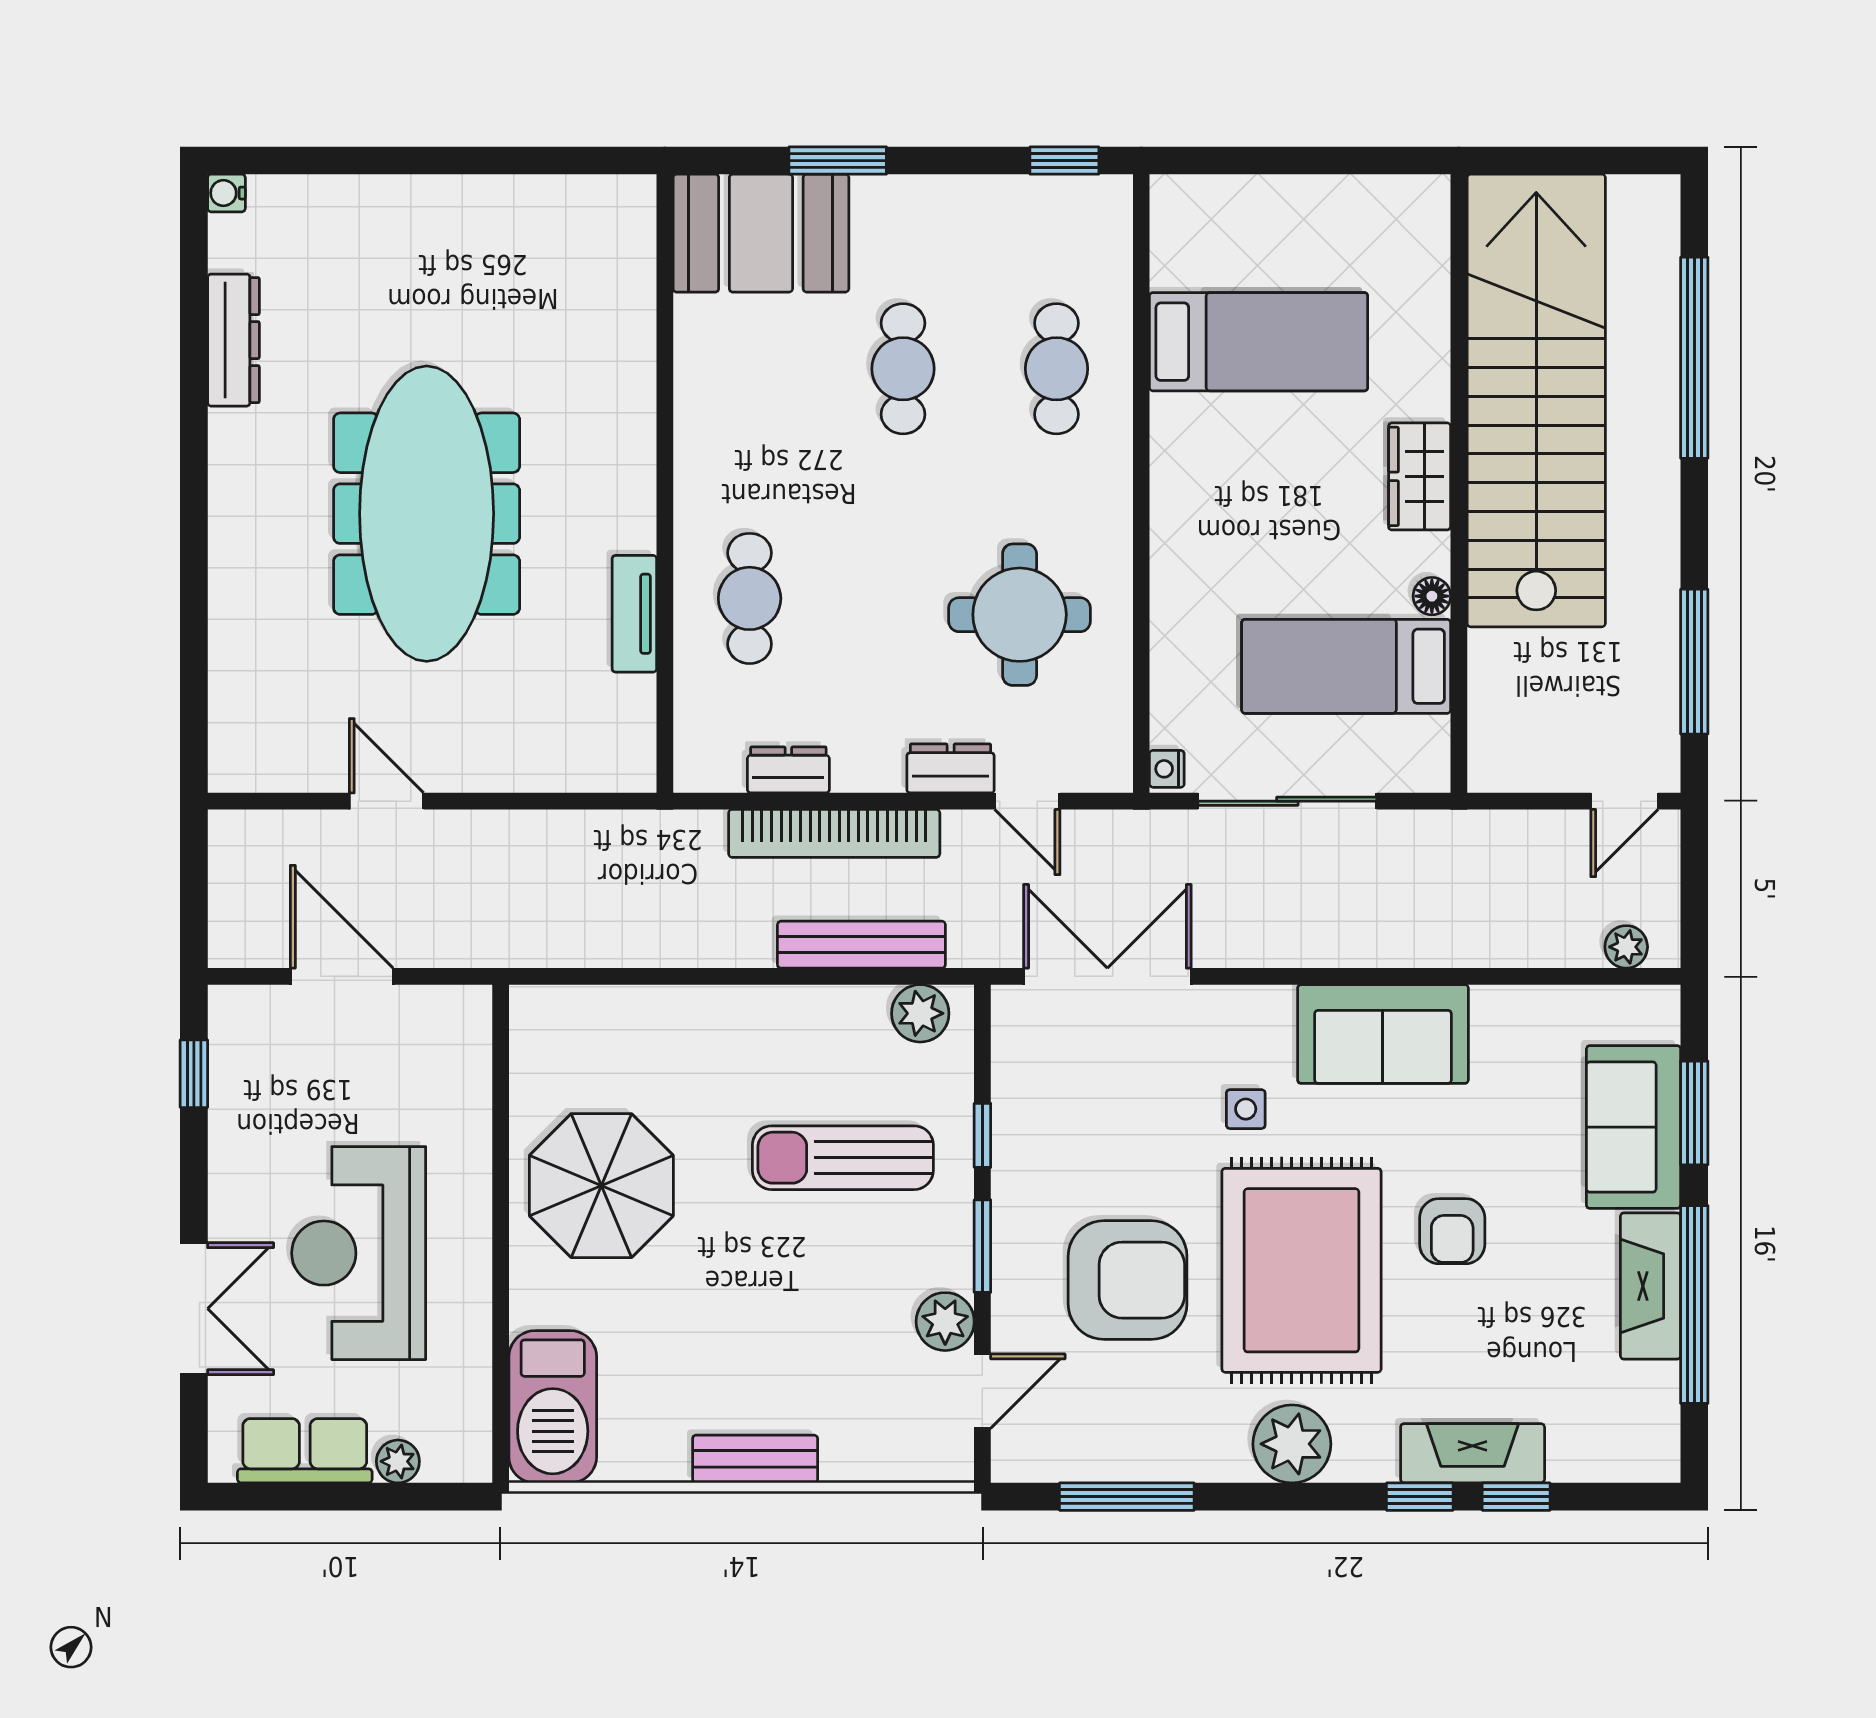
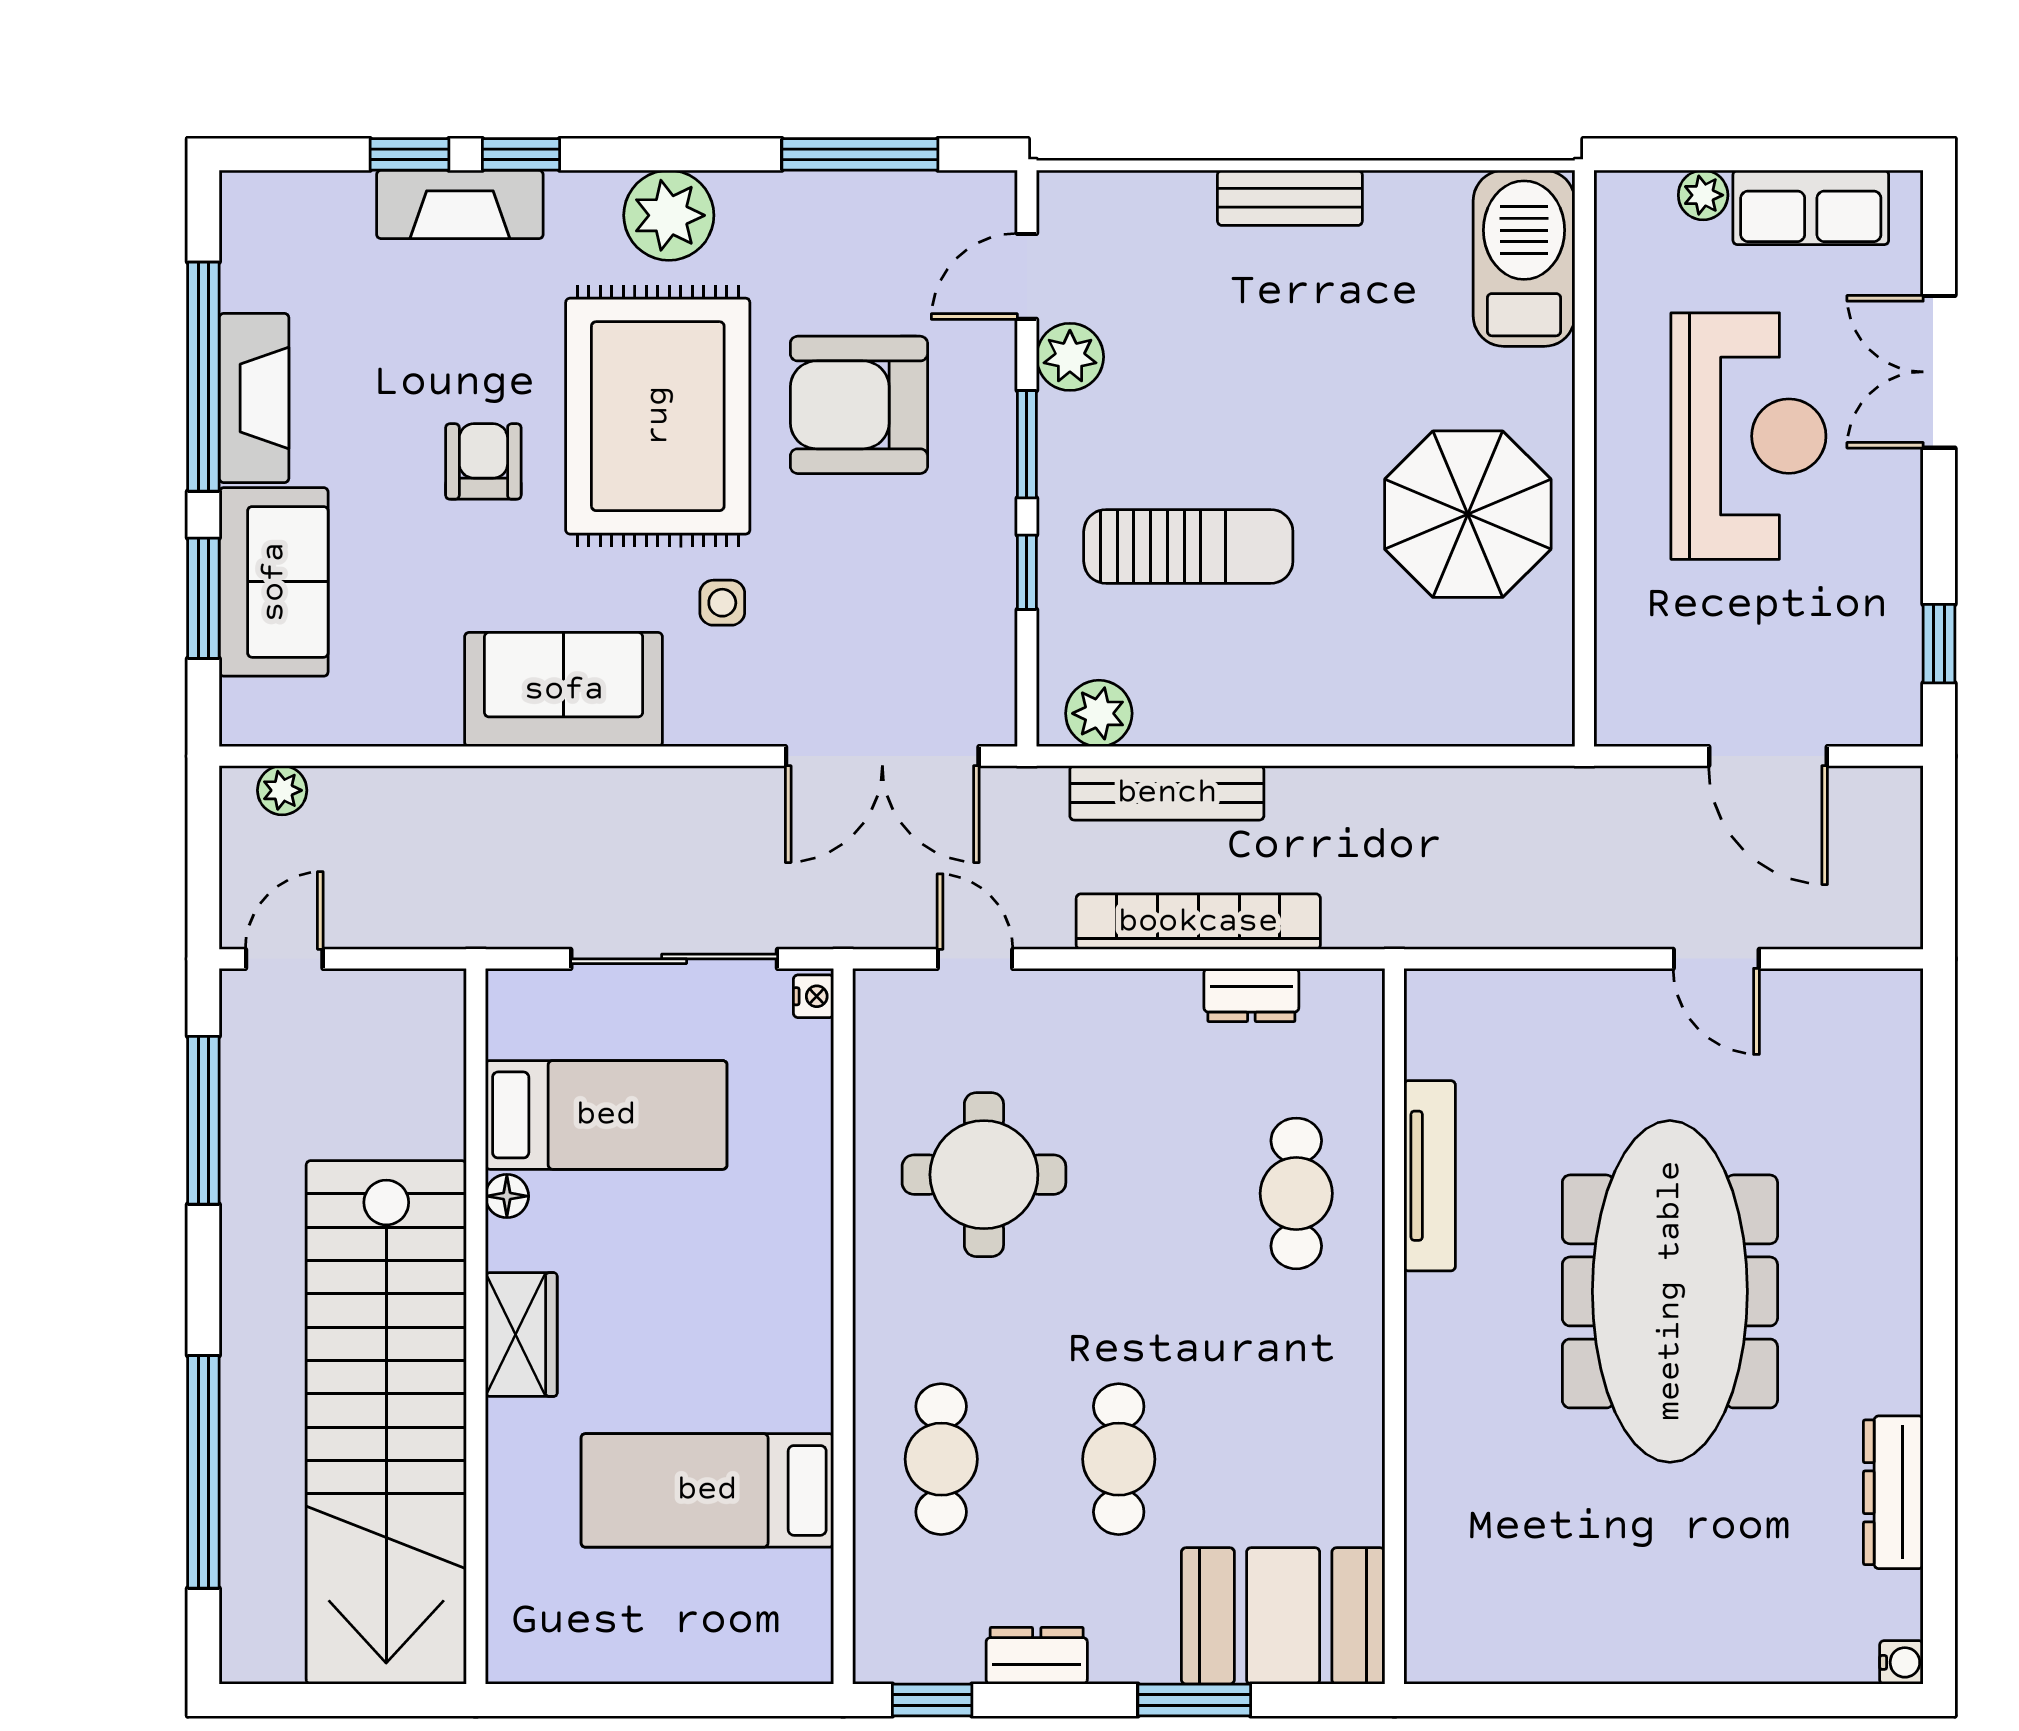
tv unit: (634, 614) -> (1430, 1176), width x1.41
dresser: (951, 768) -> (1037, 1656), moved, turned 180

